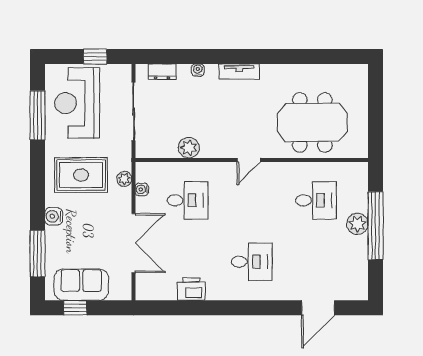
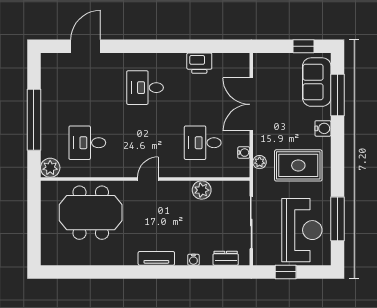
plant: (357, 224) -> (50, 168), moved
sofa: (81, 285) -> (317, 82), moved, turned 90

